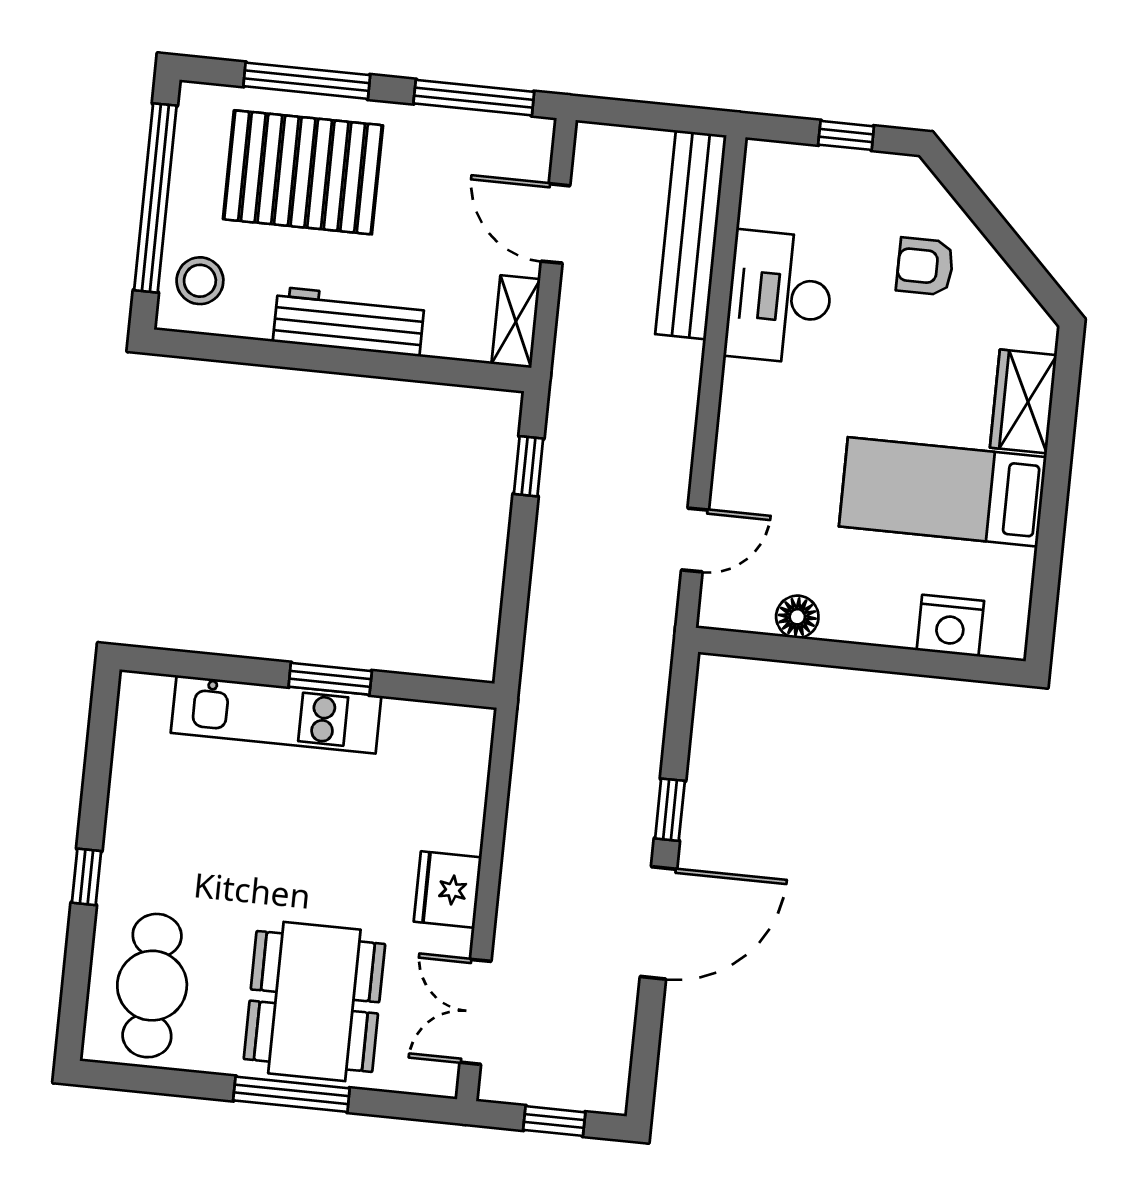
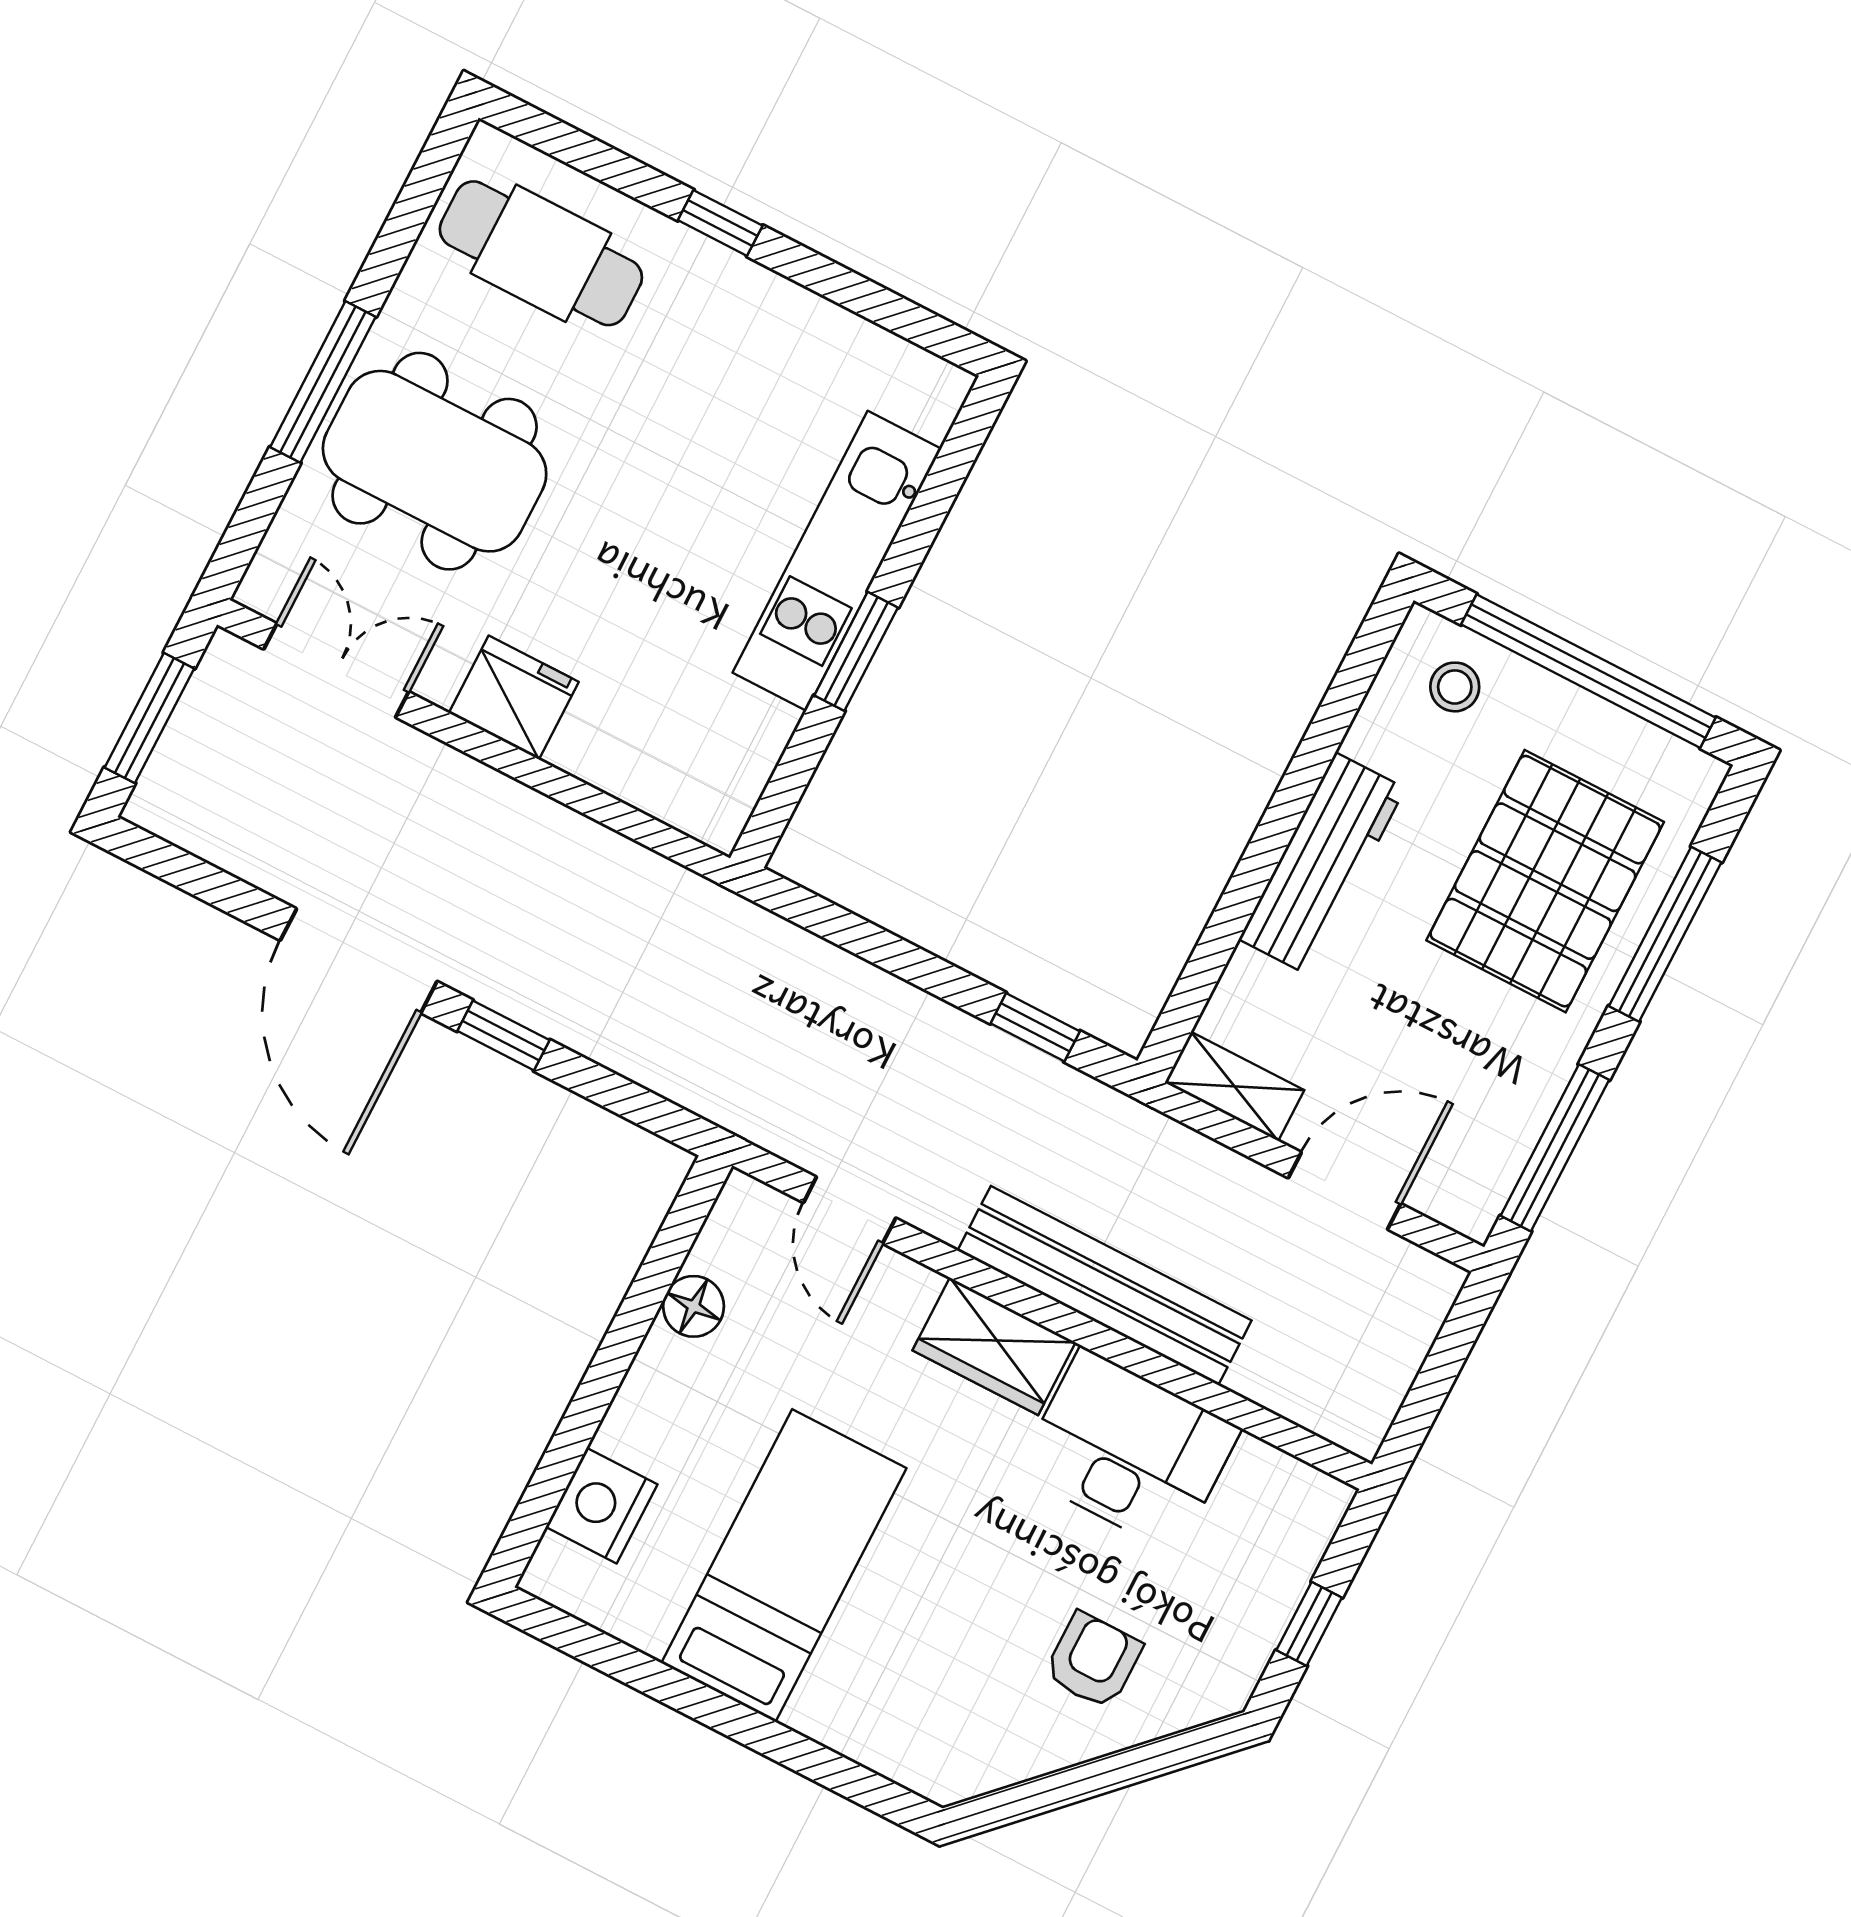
bench: (691, 235) -> (1105, 1286), moved
stool: (200, 281) -> (1455, 687), width x0.73, depth x0.73
wardrobe: (1023, 401) -> (994, 1346), moved, turned 180
window: (554, 1121) -> (149, 718), width x1.50

